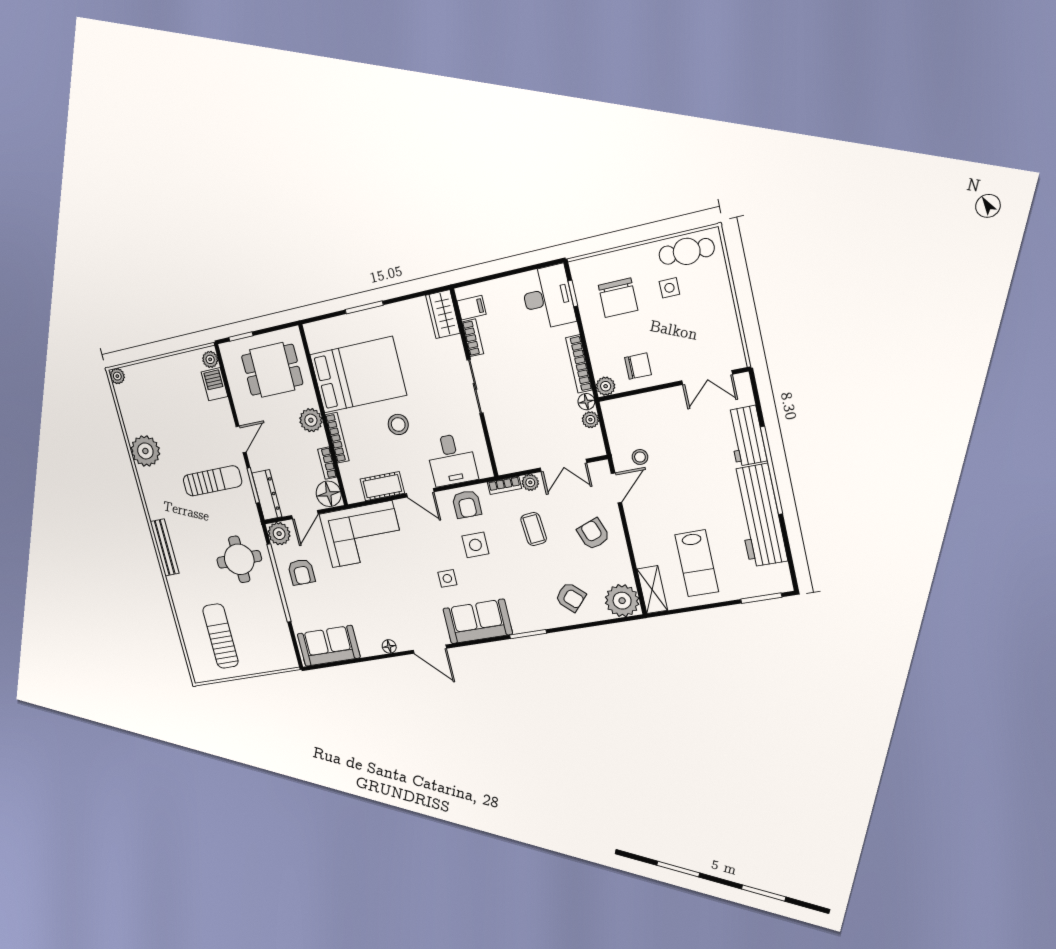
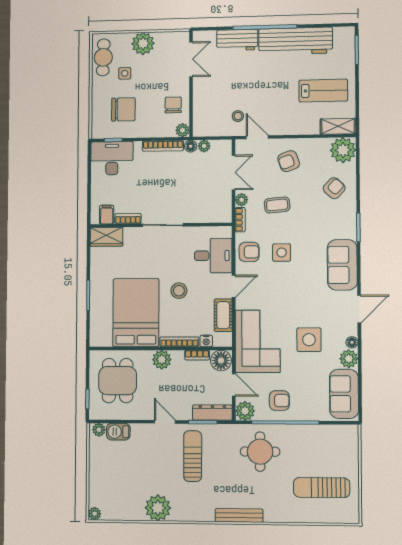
plant: (717, 304) -> (143, 43), added
nightstand: (347, 471) -> (206, 341), added
side table: (447, 578) -> (309, 340), moved, width x1.87, depth x1.87
plant: (370, 645) -> (349, 359), added

